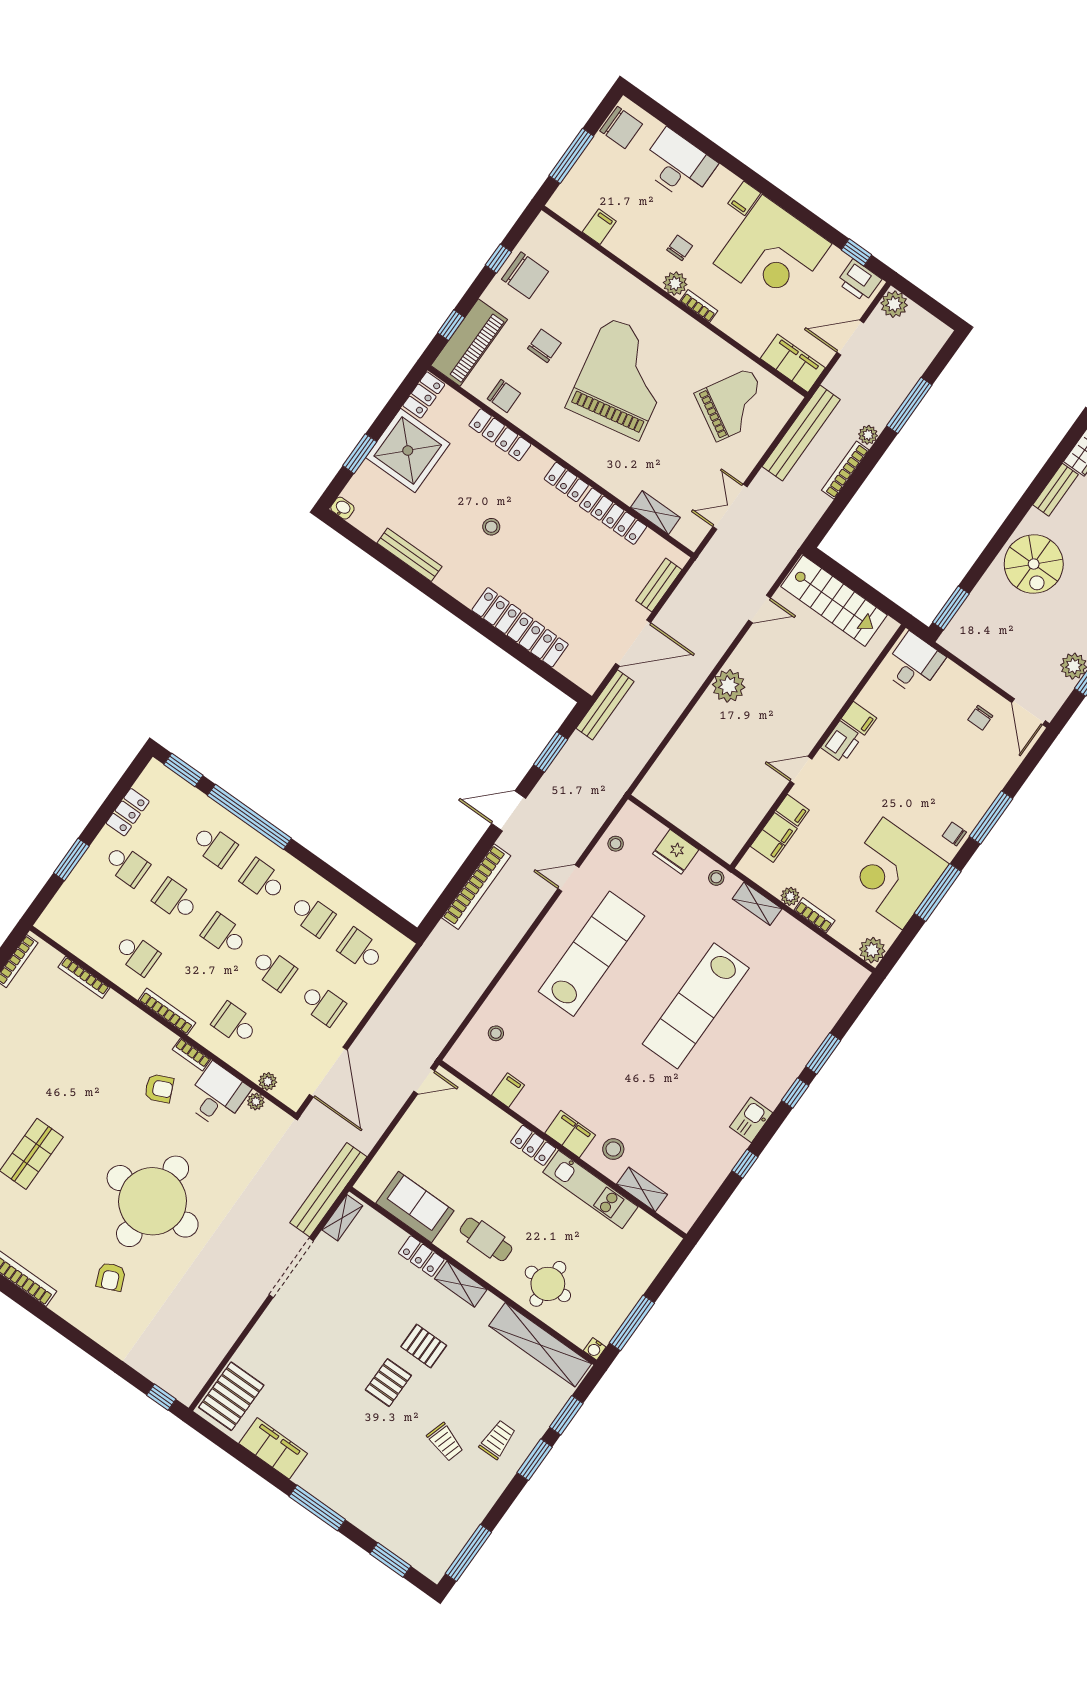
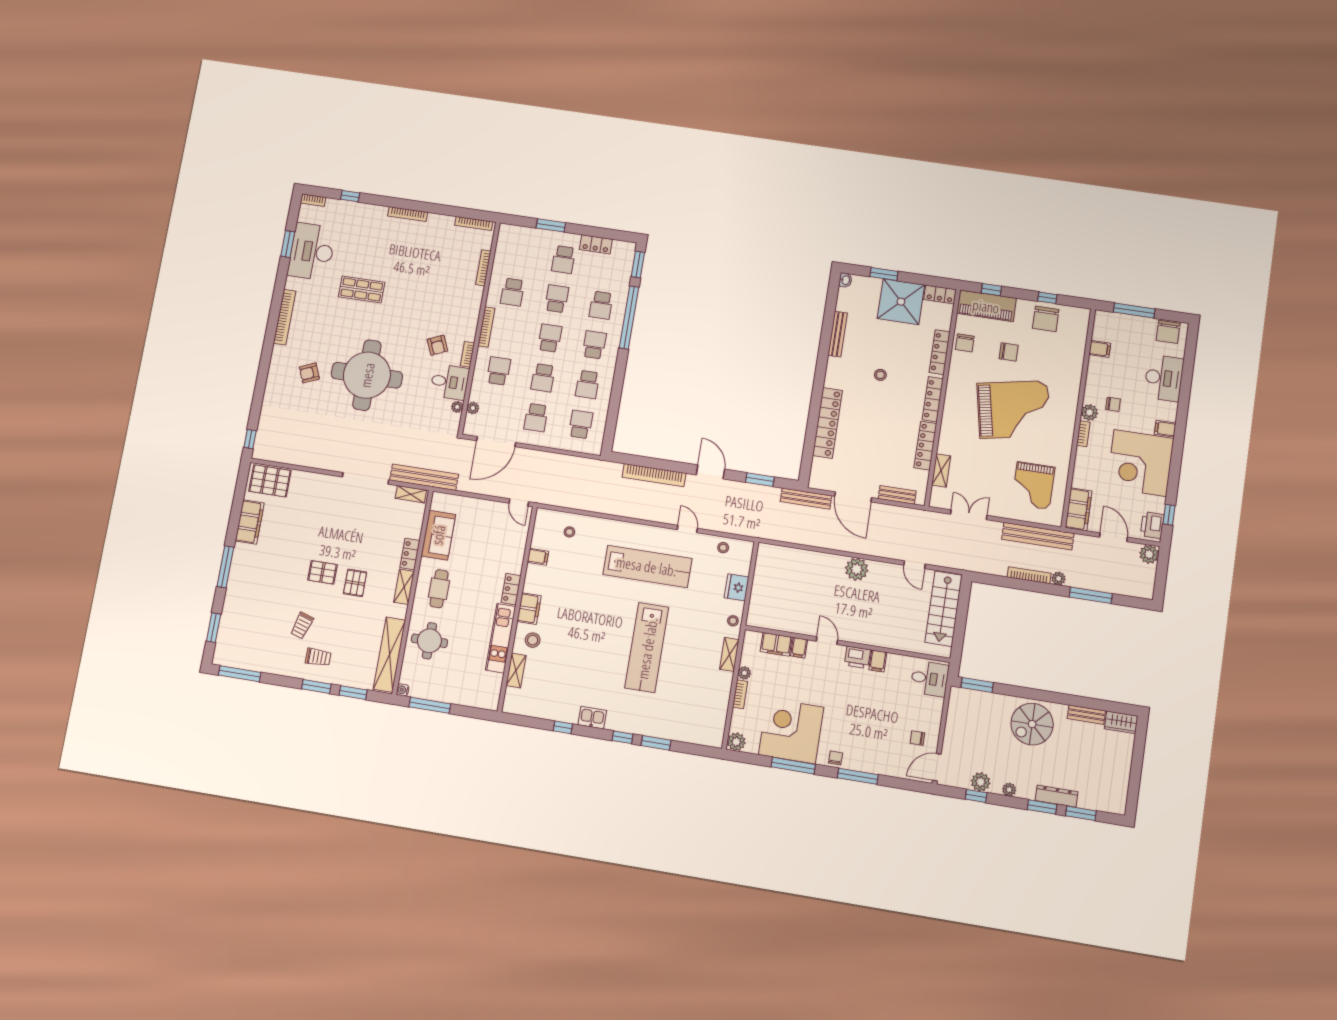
grand piano: (733, 405) -> (1033, 485), turned 60
locker: (566, 482) -> (933, 399), width x1.53
lab bench: (696, 1006) -> (647, 648), turned -90

